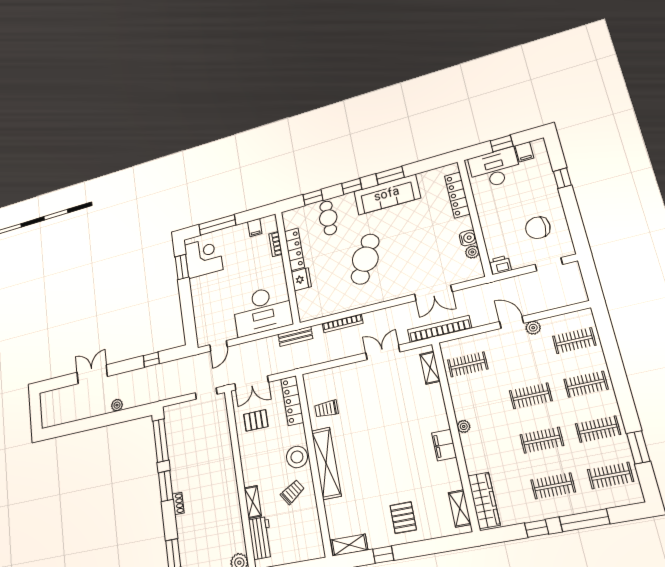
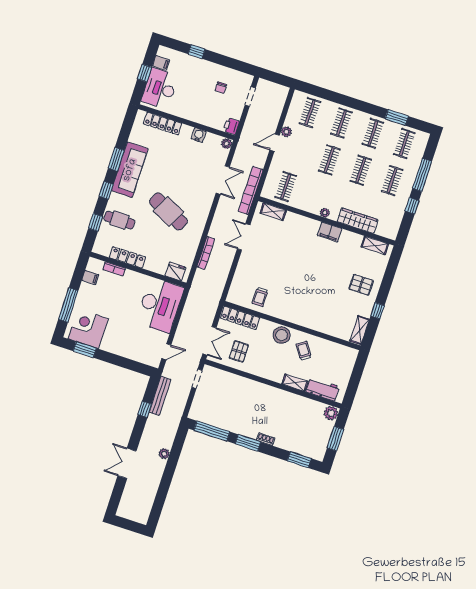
chair: (538, 228) -> (221, 88), width x0.54, depth x0.54
plant: (472, 252) -> (227, 144), moved
fridge: (301, 279) -> (175, 272), moved
bench: (295, 336) -> (160, 396), moved, width x1.36
door: (218, 346) -> (166, 352), hinge flipped
shelving: (326, 463) -> (297, 317), removed
wardrobe: (484, 500) -> (358, 221), moved

